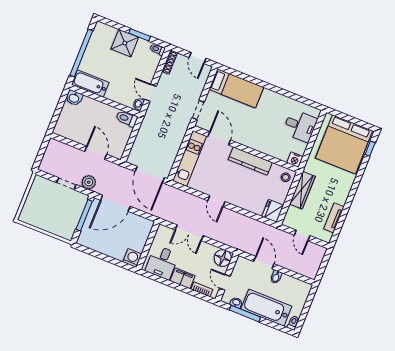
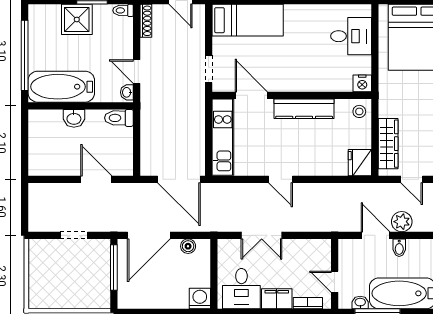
bathtub: (90, 83) -> (61, 87), width x1.36, depth x1.36
washbasin: (74, 98) -> (74, 118), moved
plant: (89, 182) -> (402, 222), moved
wardrobe: (302, 190) -> (388, 144), moved
boiler: (138, 221) -> (188, 246), added
floor lamp: (223, 258) -> (319, 251), removed

